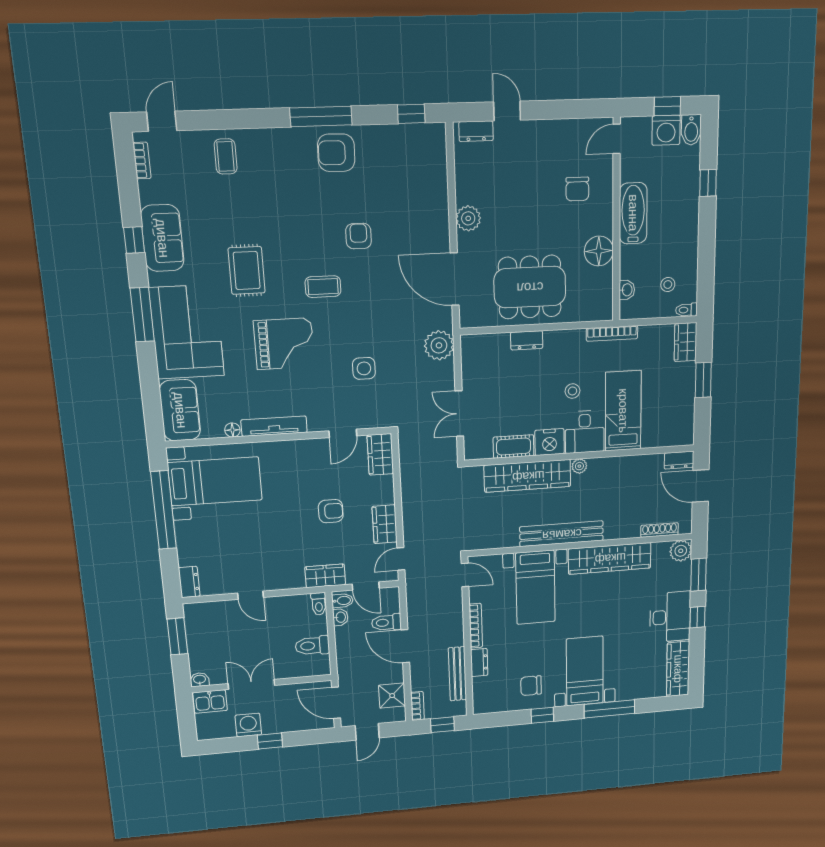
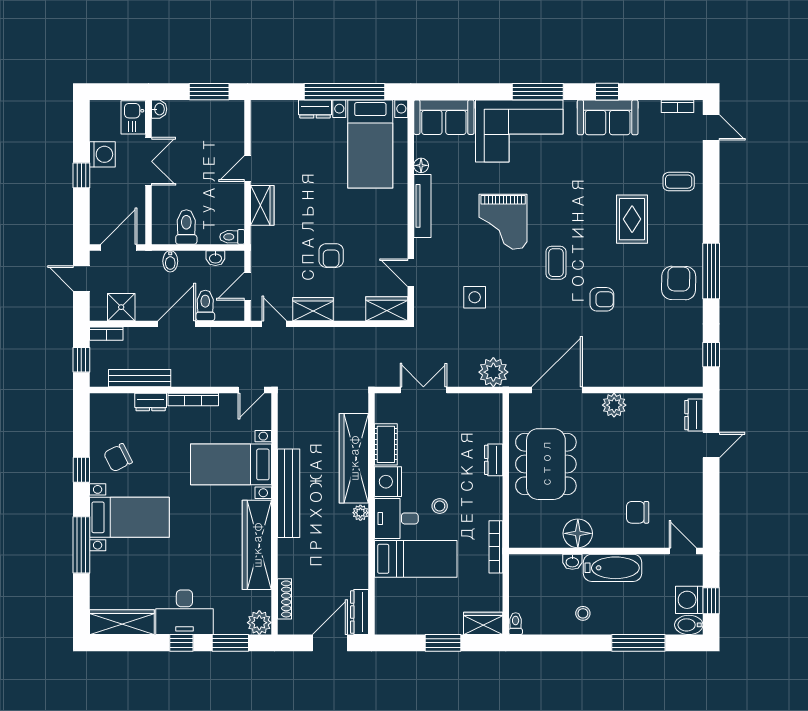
window: (708, 183) -> (638, 643), width x2.17
rug: (247, 270) -> (632, 219), moved, turned 90
stool: (668, 285) -> (583, 613), moved
washbasin: (627, 290) -> (572, 562), moved
dresser: (679, 460) -> (360, 612), width x1.44
wardrobe: (325, 576) -> (262, 205), moved
dresser: (189, 582) -> (315, 109), moved
bidet: (342, 601) -> (170, 261), moved
chair: (531, 686) -> (118, 458), turned -117

